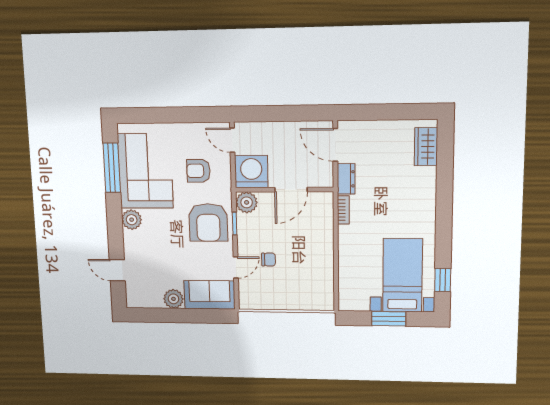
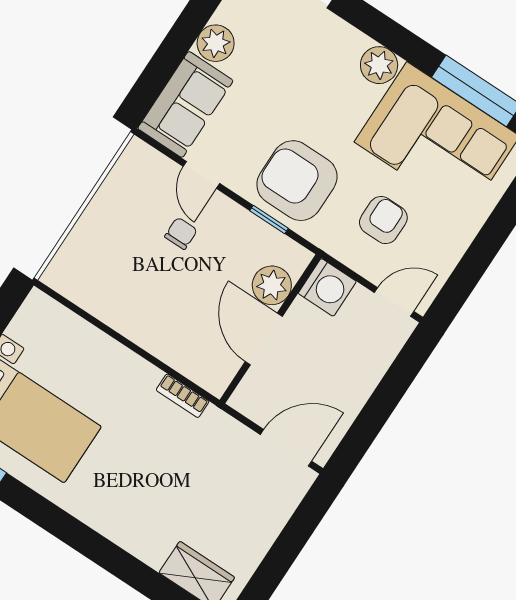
washing machine: (251, 172) -> (327, 287), width x0.73, depth x0.73
dresser: (346, 179) -> (226, 430), removed
plant: (247, 202) -> (272, 285), moved
chair: (268, 260) -> (181, 233), turned 180

